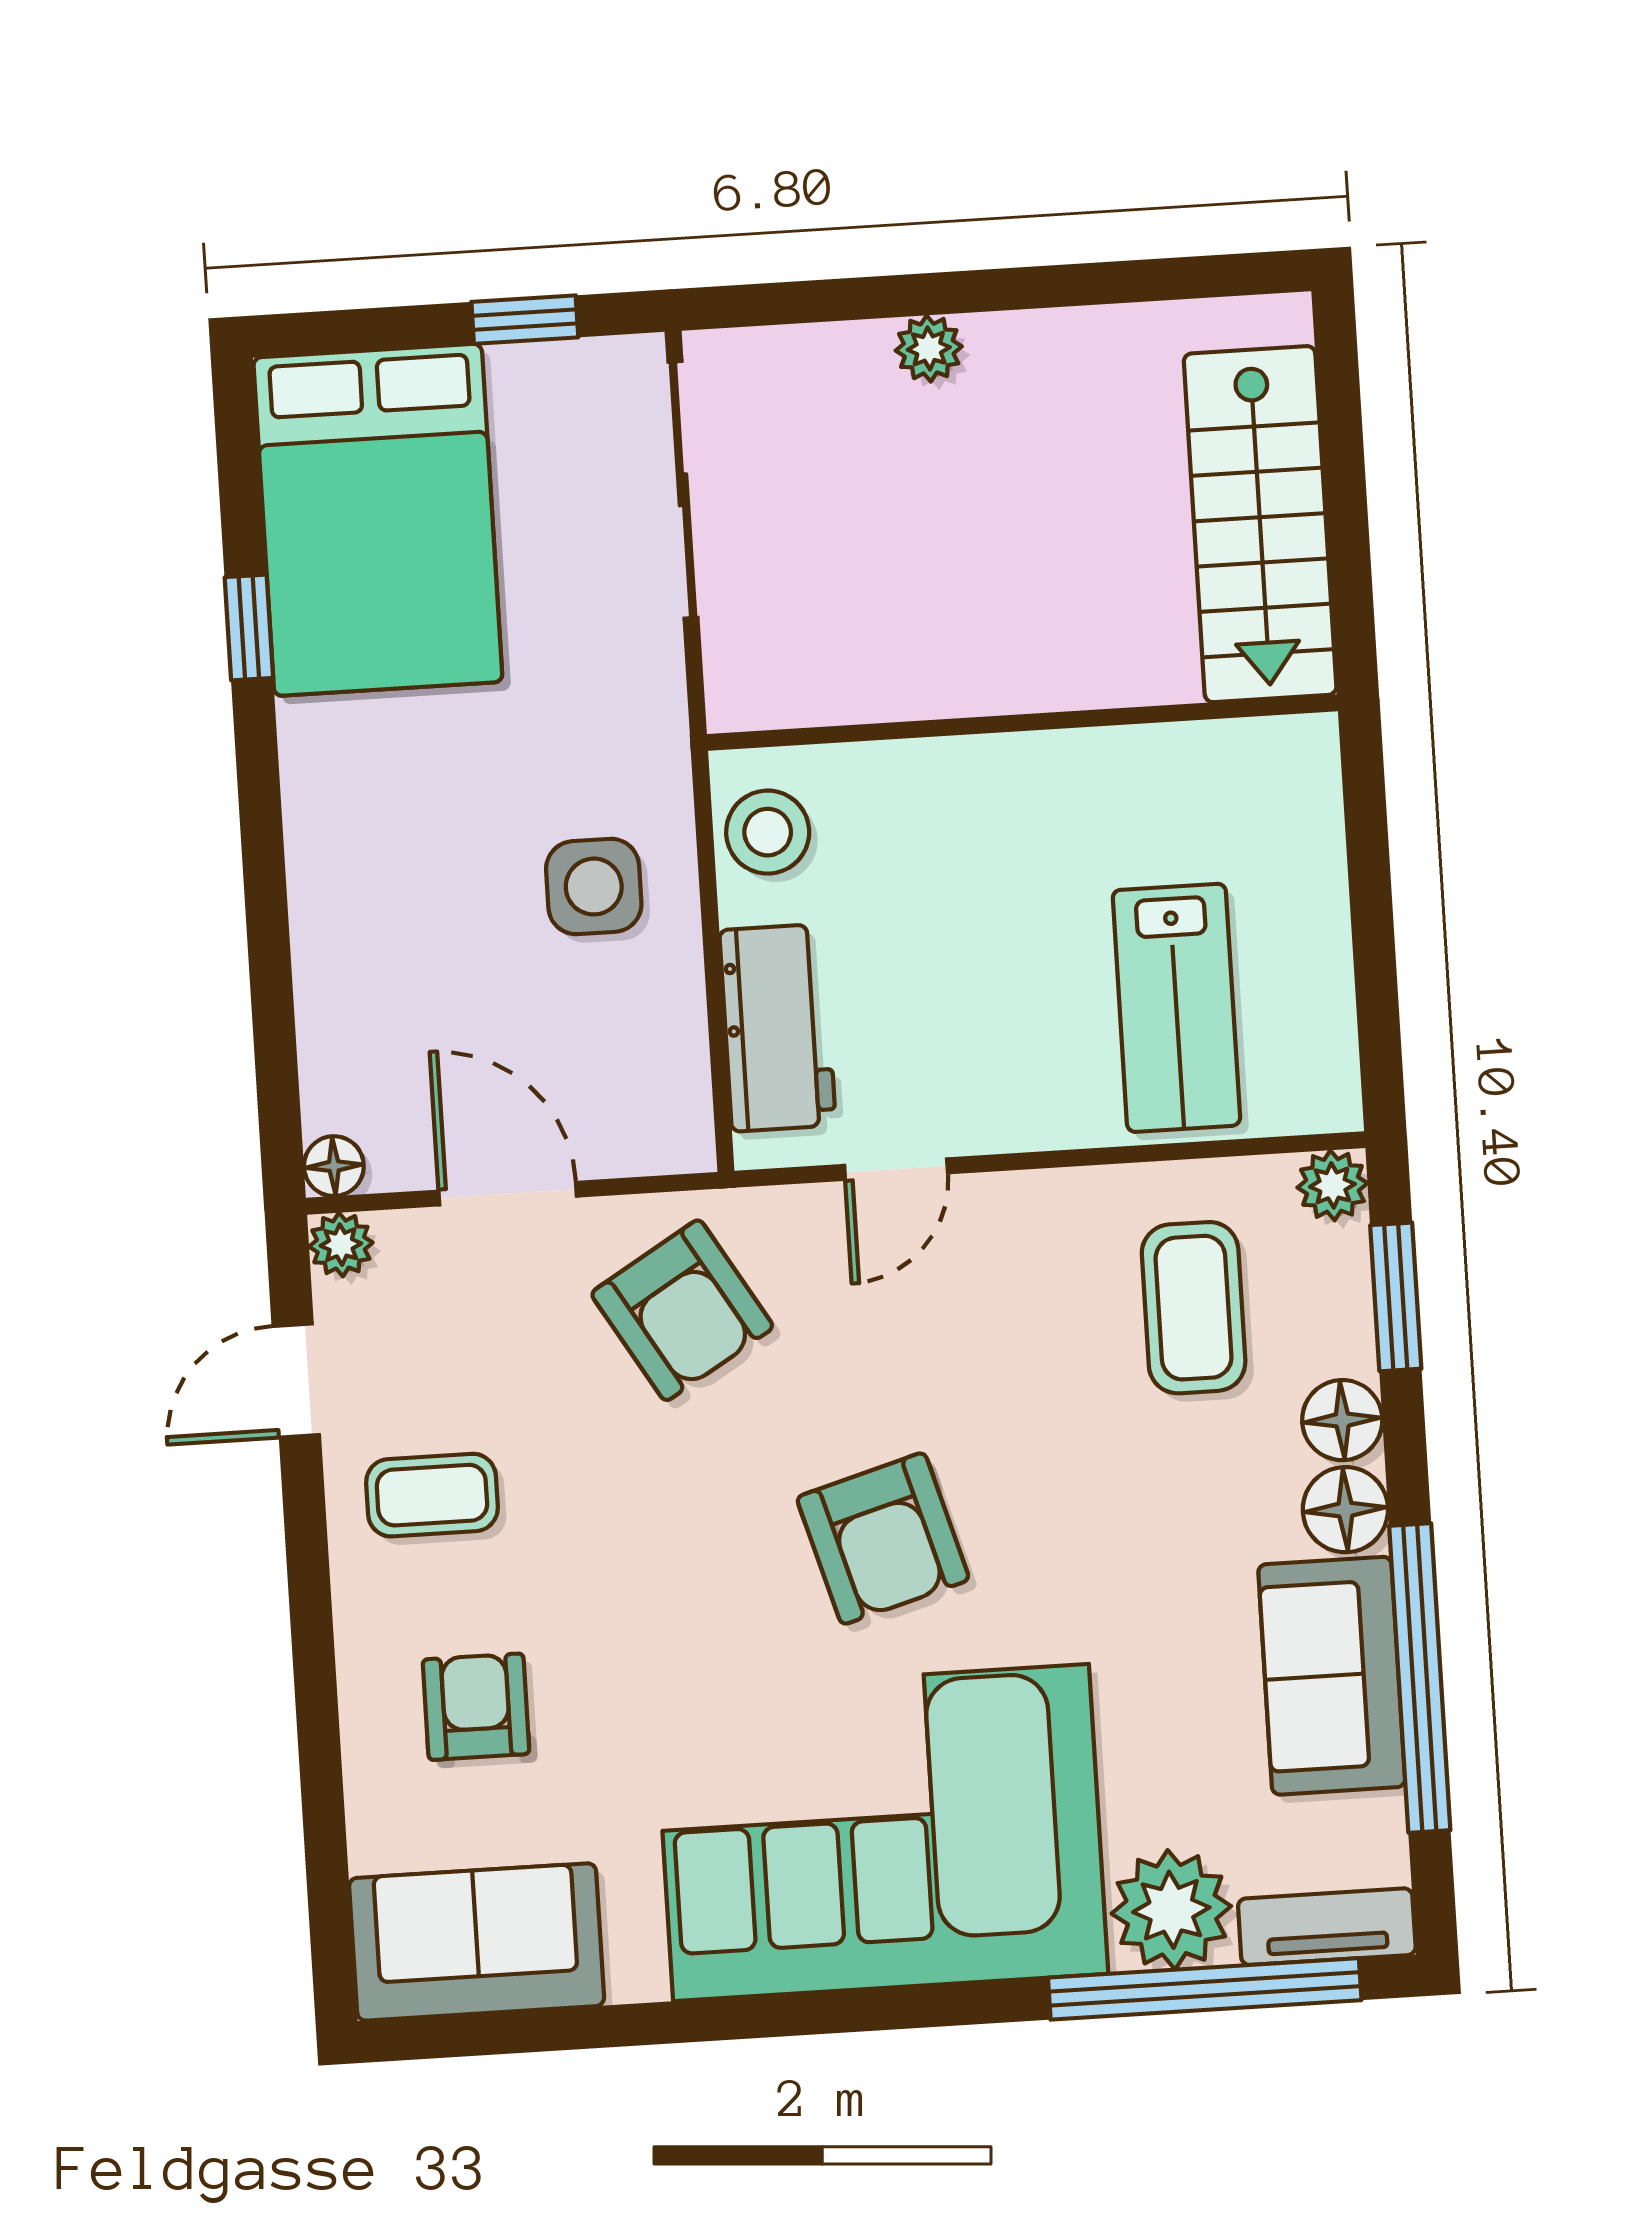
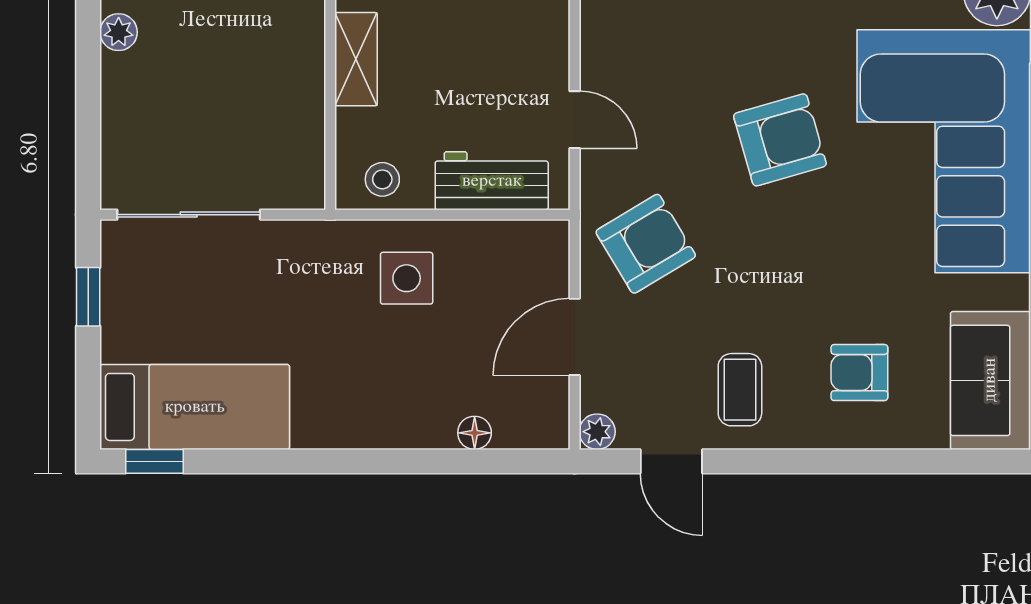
plant: (929, 349) -> (119, 32), moved
bed: (378, 520) -> (195, 407), width x0.67
window: (249, 627) -> (154, 461), moved
shelving: (980, 772) -> (356, 59), added
stool: (768, 832) -> (382, 179), width x0.73, depth x0.73
floor lamp: (334, 1166) -> (475, 433), moved

